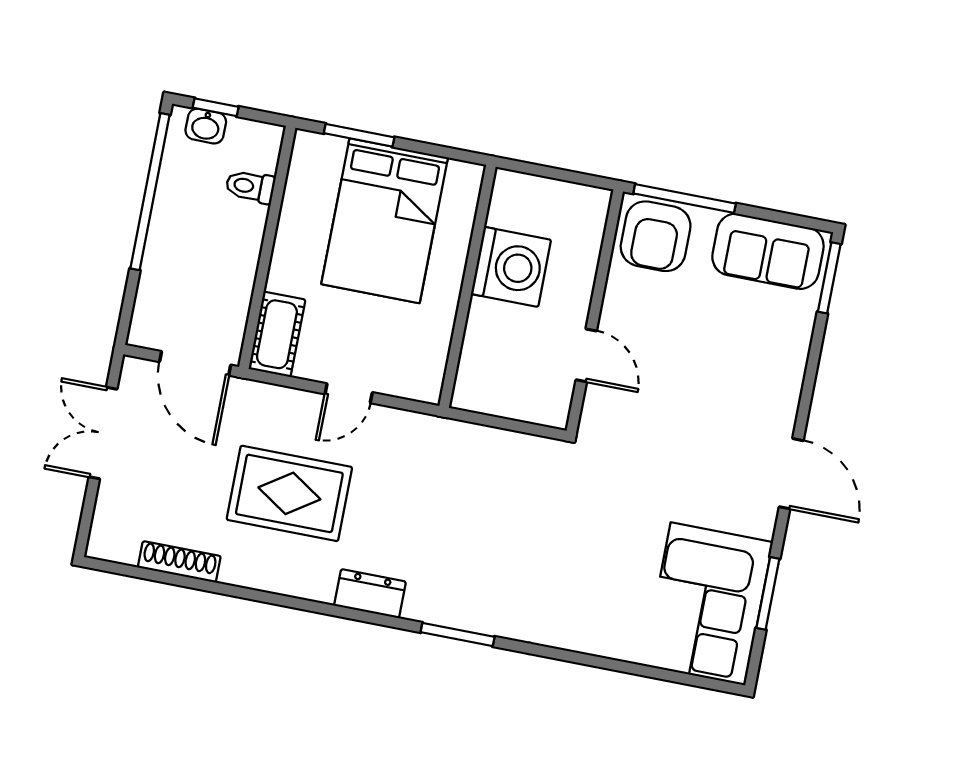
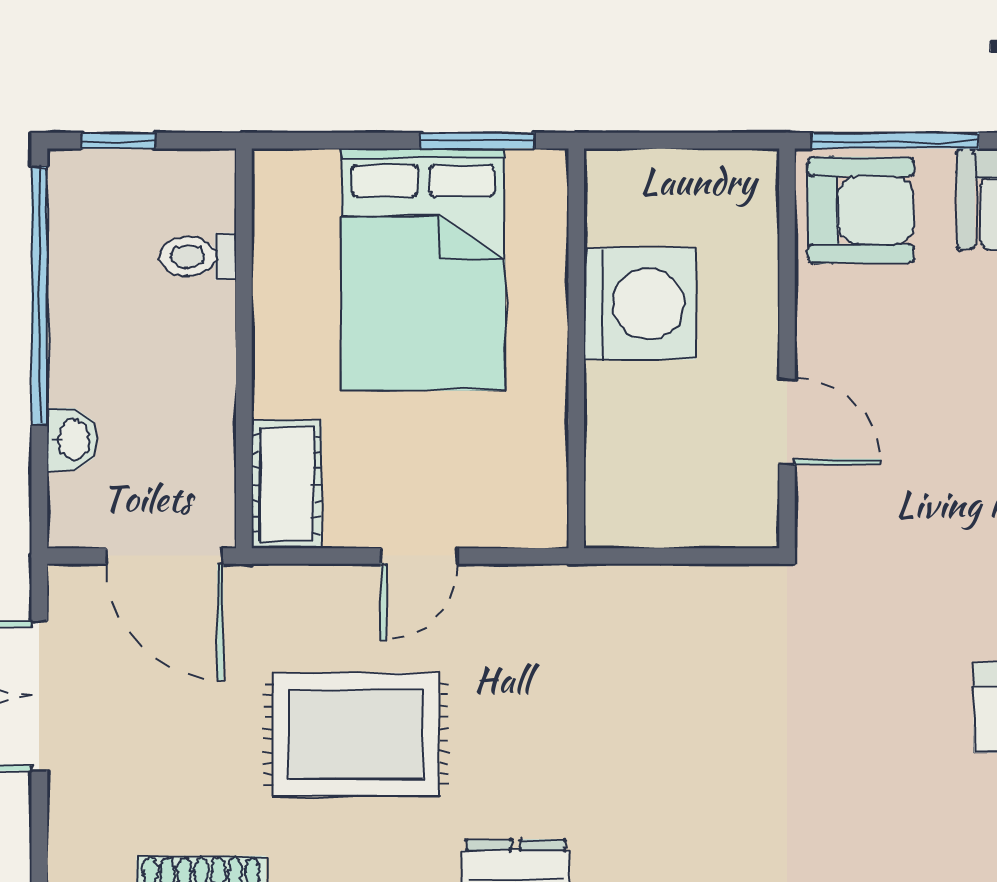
washbasin: (206, 126) -> (72, 440), moved, turned -90
window: (359, 135) -> (477, 141), moved
armchair: (656, 236) -> (861, 210), turned -90

